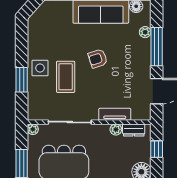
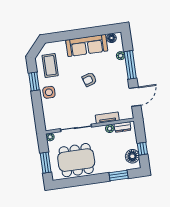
coffee table: (66, 77) -> (50, 65), moved
window: (22, 80) -> (34, 81), moved
window: (157, 149) -> (142, 149), moved

